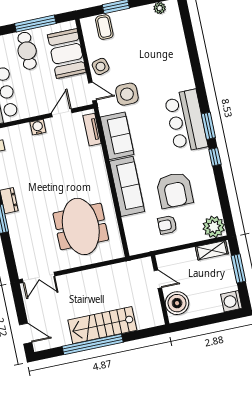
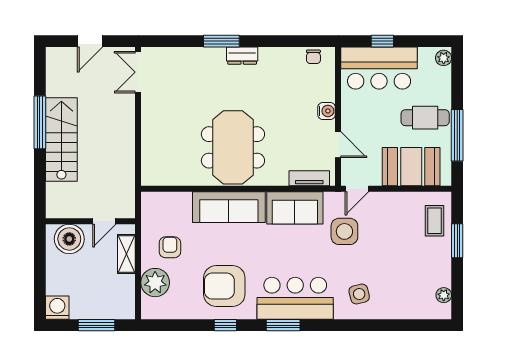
coffee table: (104, 27) -> (434, 221), turned 90
side table: (101, 66) -> (359, 294), moved
window: (215, 157) -> (225, 325), moved
armchair: (175, 190) -> (224, 286), moved
meeting table: (81, 226) -> (233, 147), moved, turned 90
plant: (214, 227) -> (155, 283), moved
shelving: (212, 250) -> (126, 254), moved
door: (26, 334) -> (90, 41), moved
window: (93, 344) -> (40, 122), width x0.68

